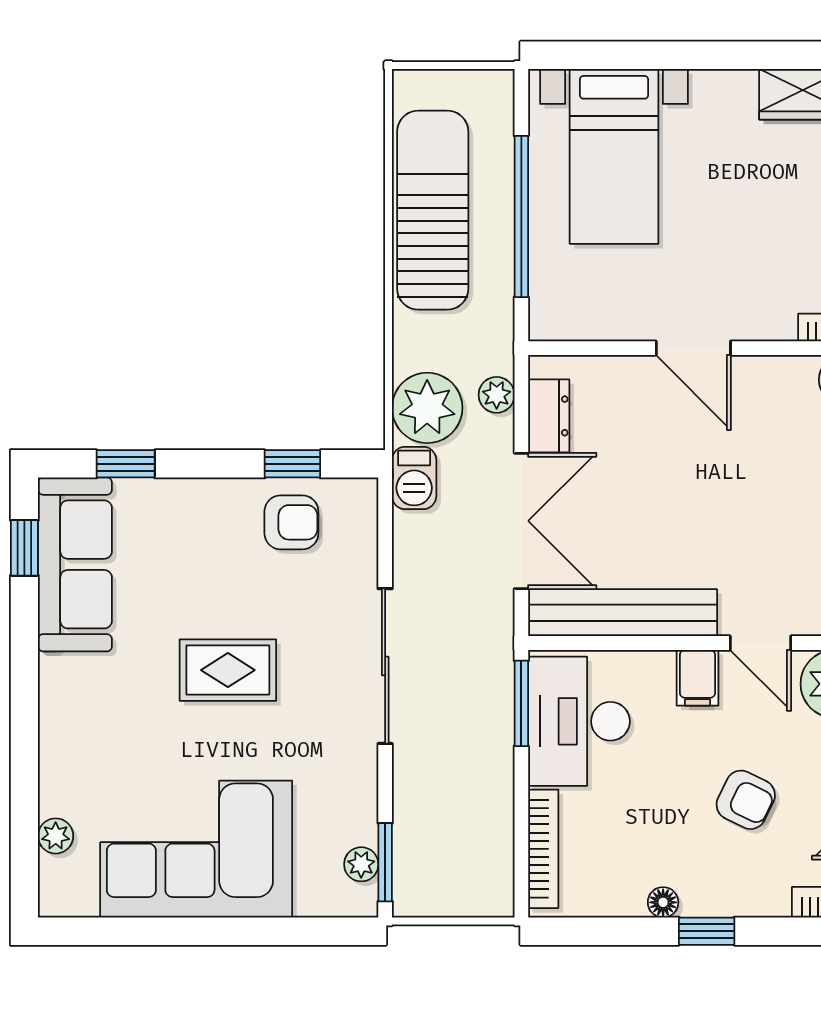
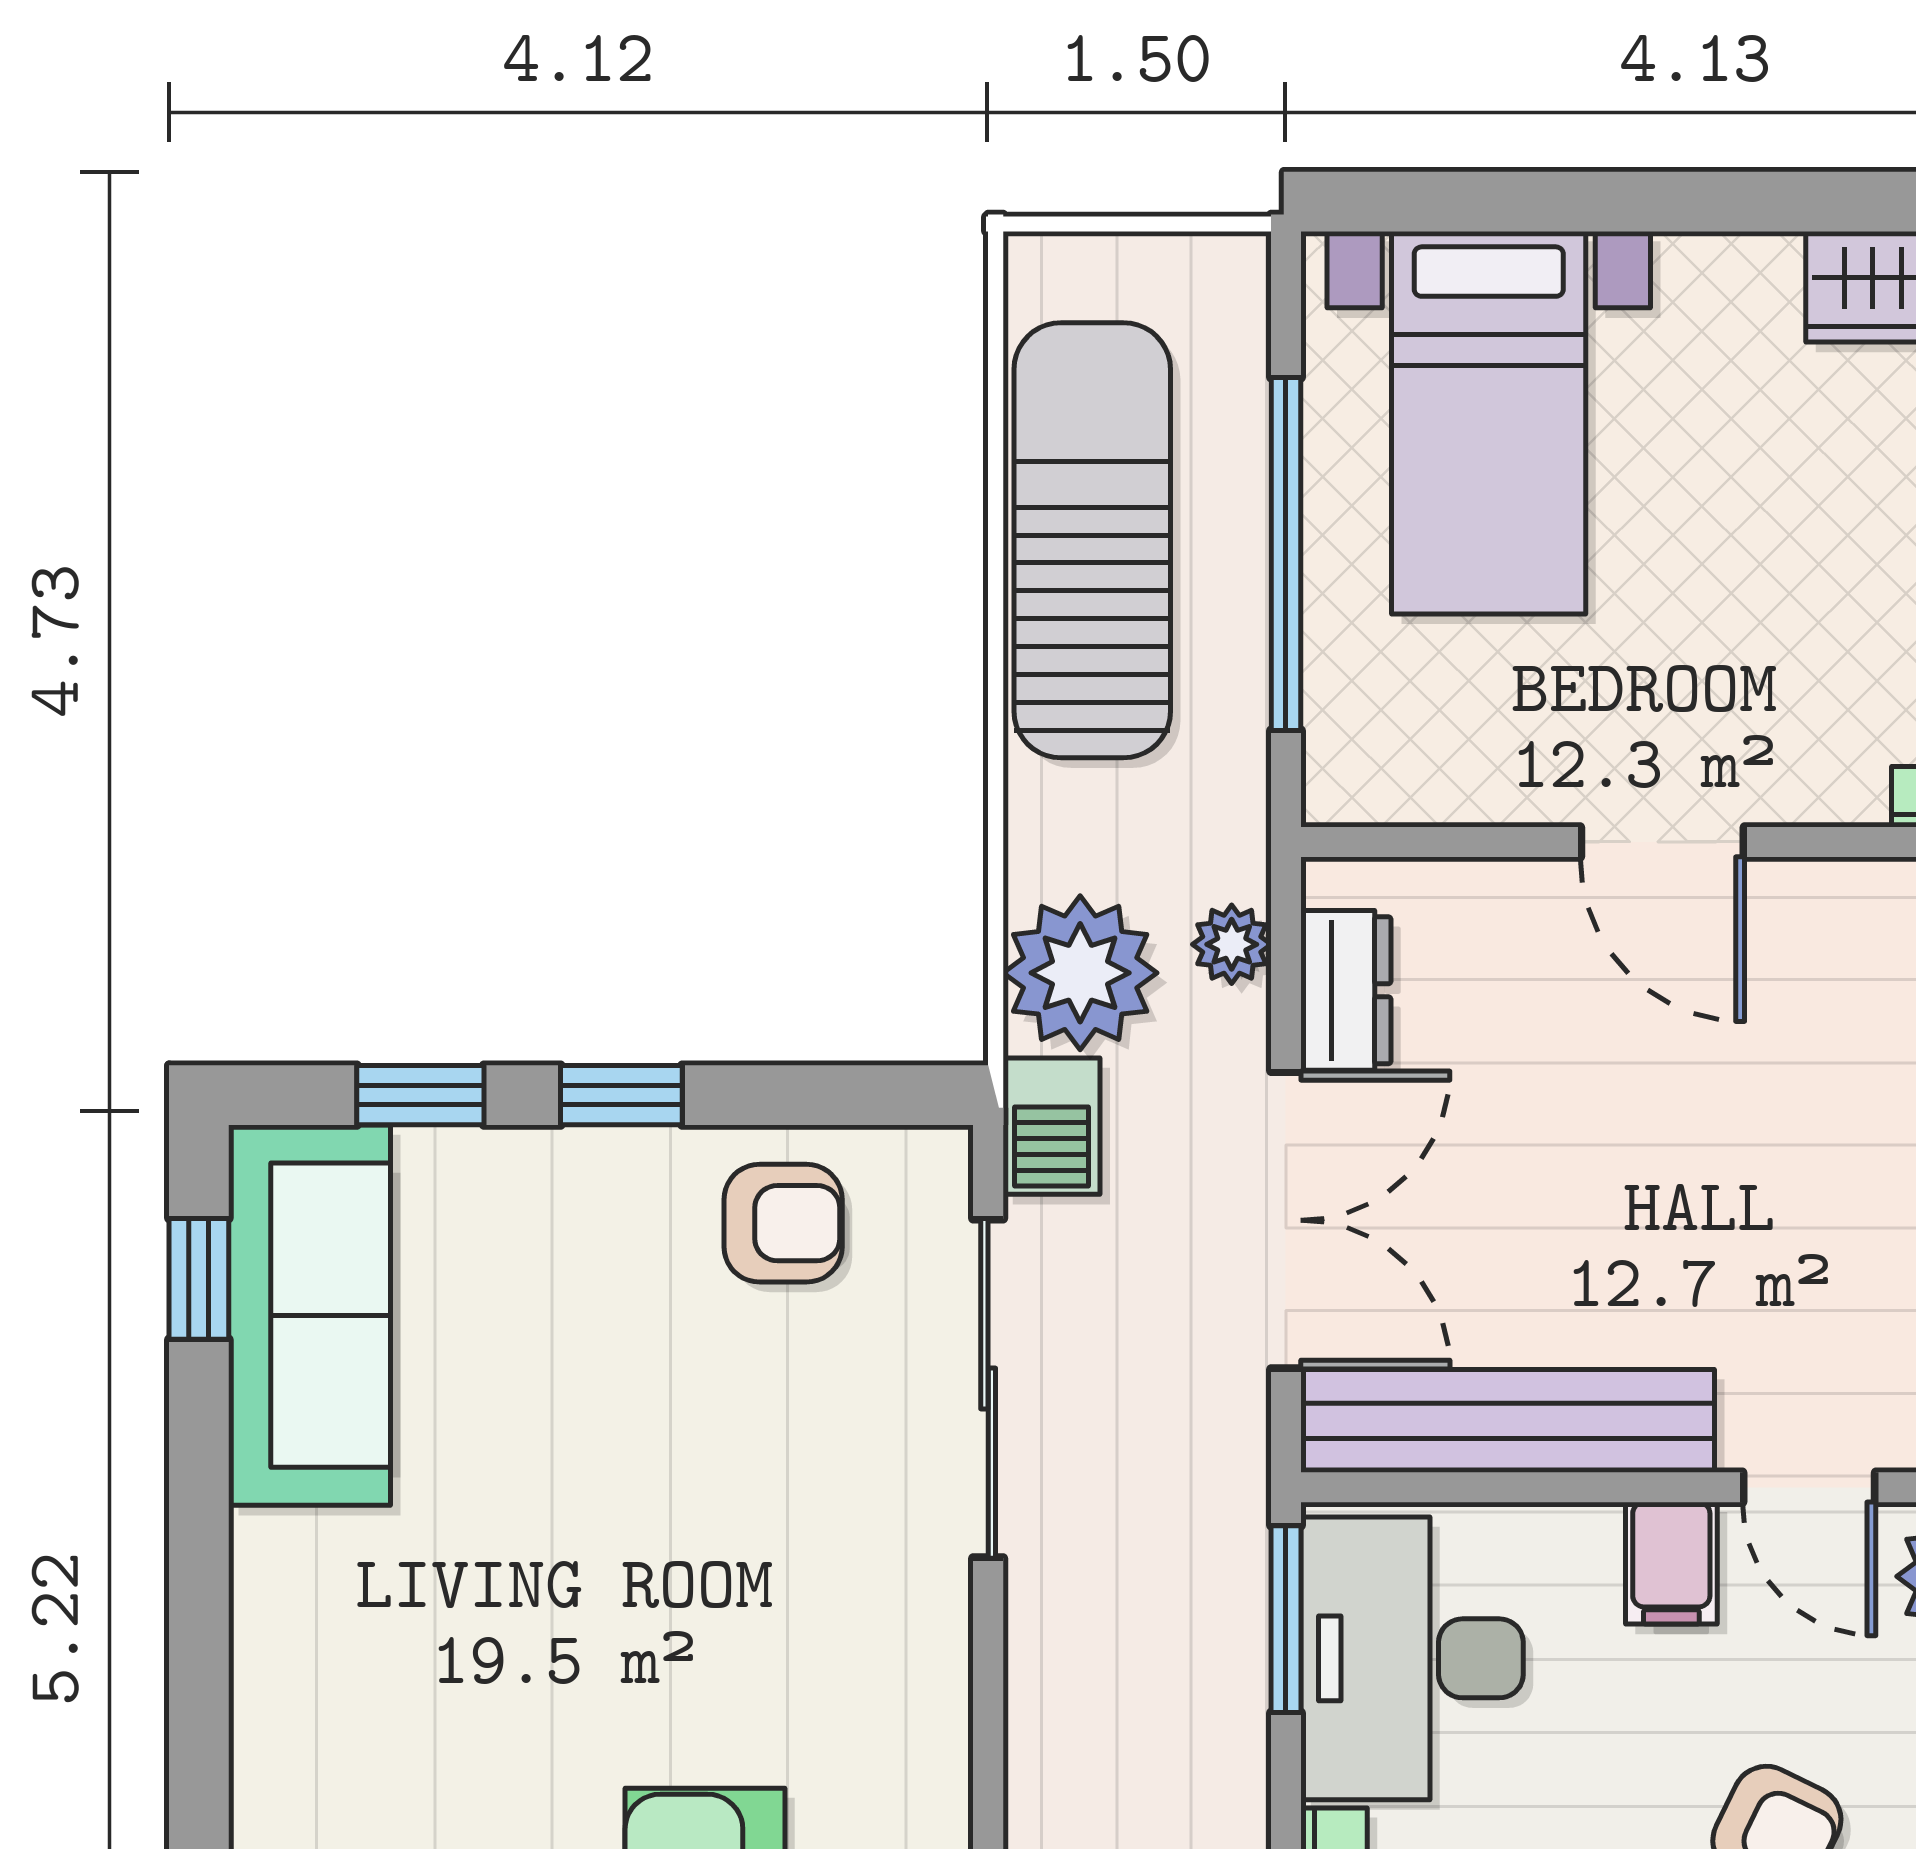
window: (292, 464) -> (621, 1095), moved
sliding door: (385, 666) -> (988, 1388), moved
rug: (228, 670) -> (644, 1546), removed

